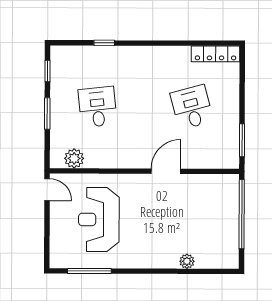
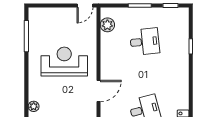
door: (166, 171) -> (98, 91), hinge flipped
reception desk: (99, 219) -> (64, 62), moved

